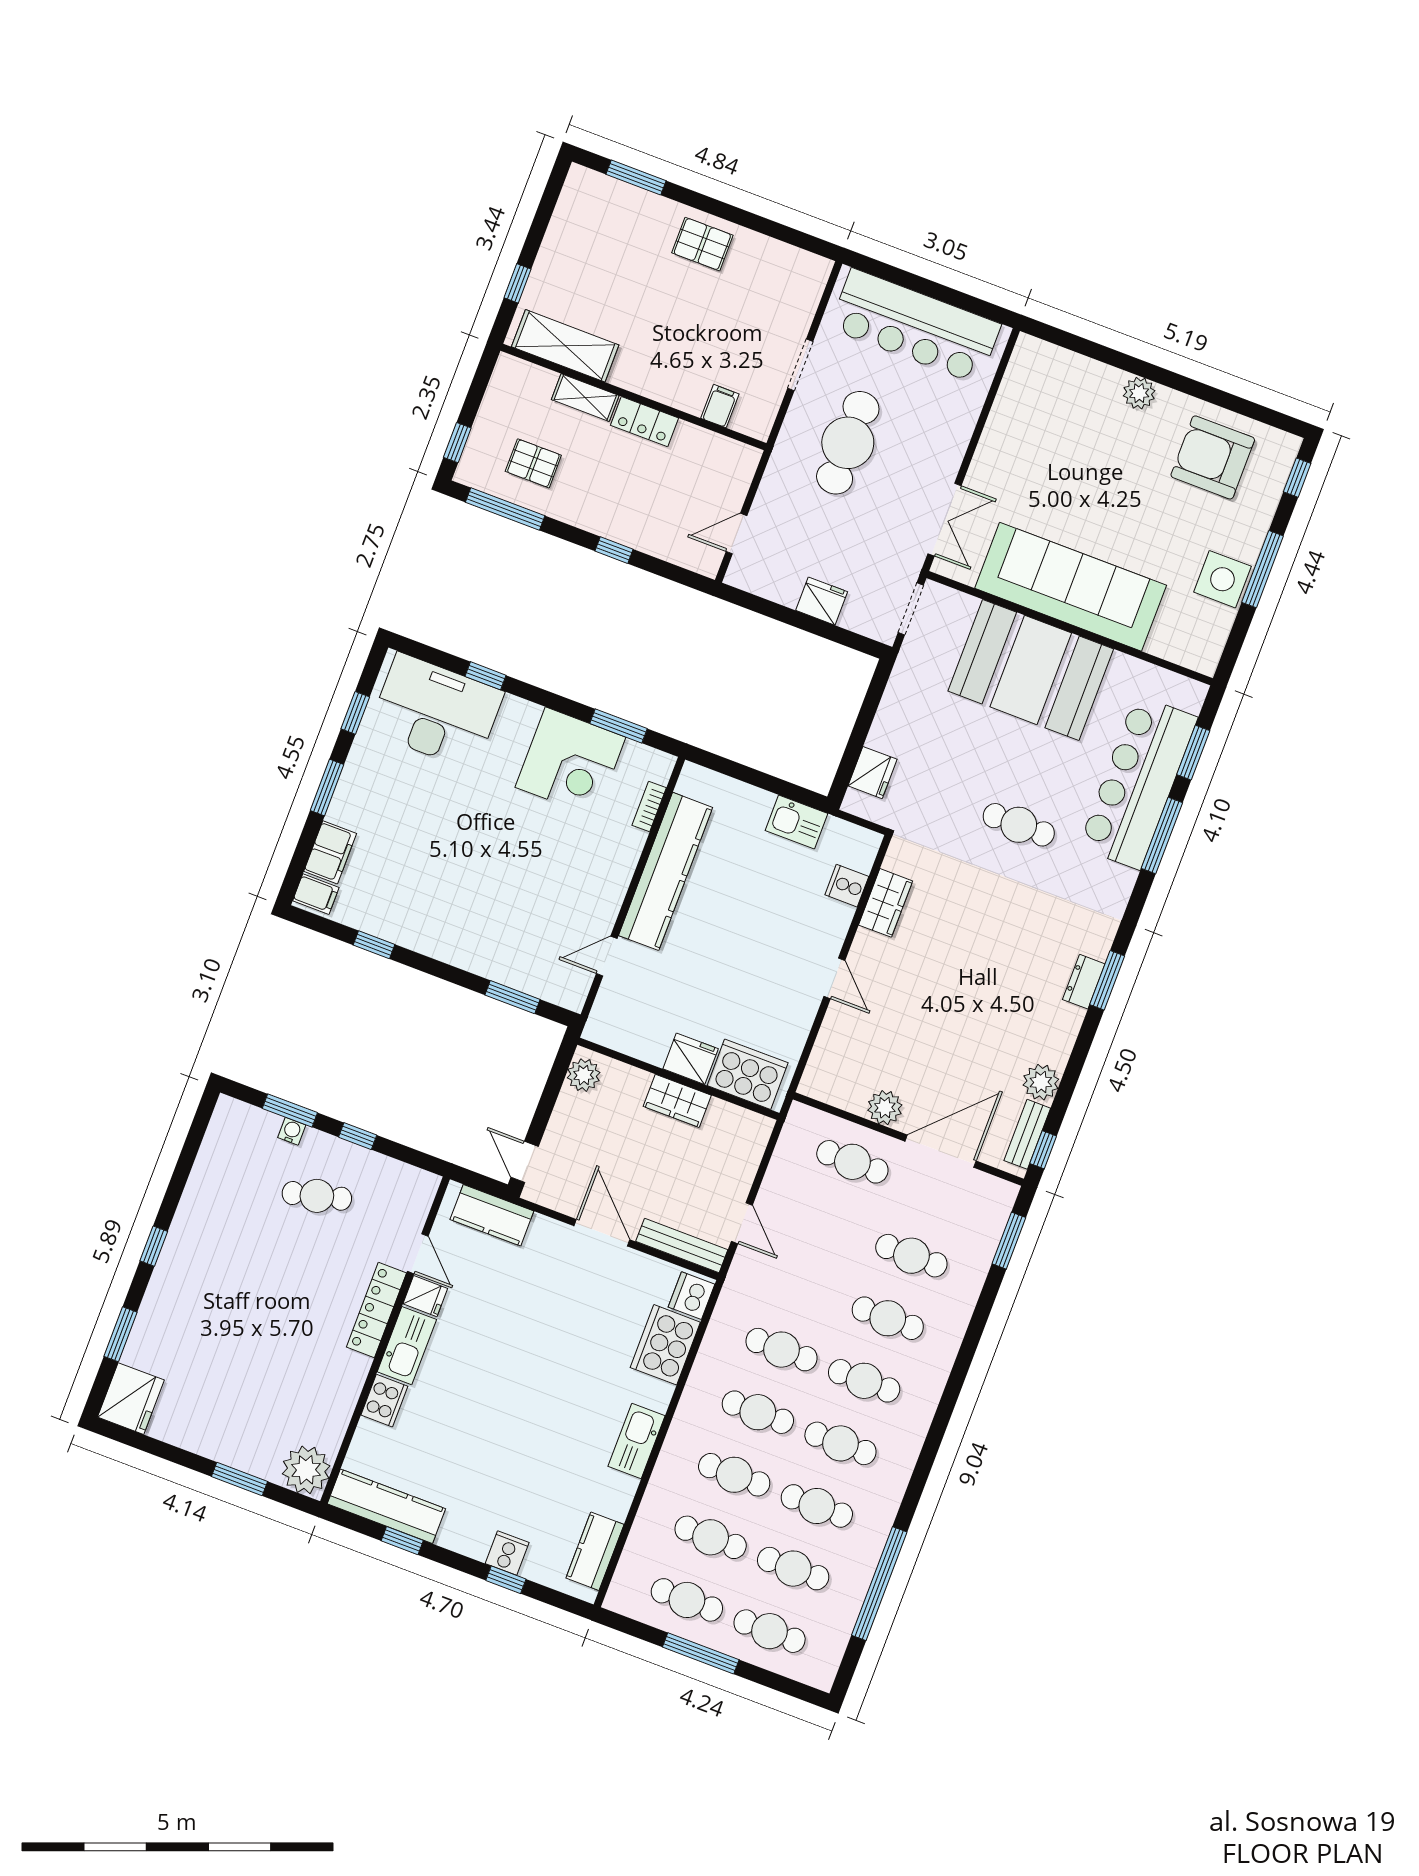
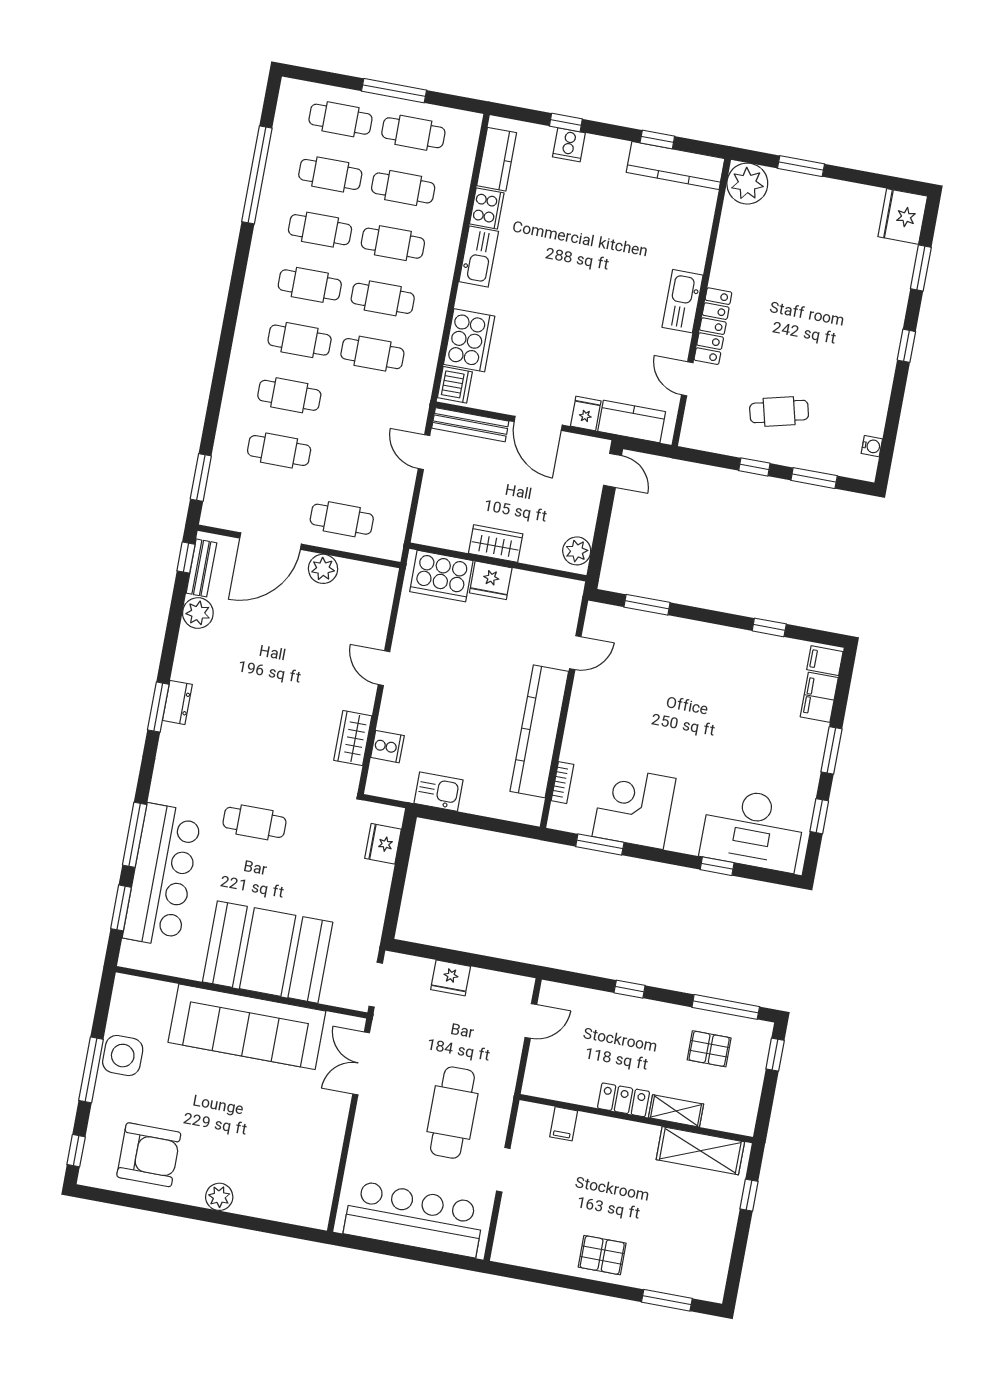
water cooler: (292, 1131) -> (872, 446), moved, turned -90
fridge: (425, 1296) -> (586, 414), moved, turned 90
cooker: (384, 1401) -> (487, 208), moved, turned 180

